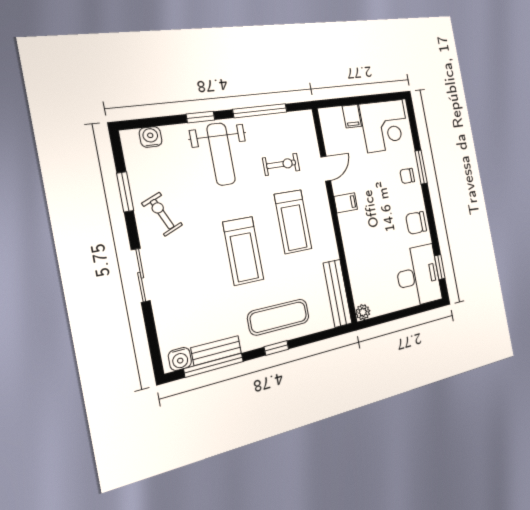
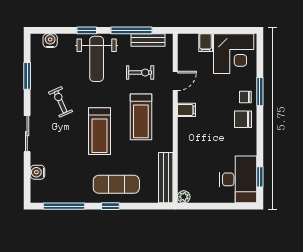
exercise bike: (162, 214) -> (60, 102), moved
chair: (416, 223) -> (243, 119), moved
bench: (216, 350) -> (148, 40), moved
water cooler: (180, 359) -> (38, 172), moved, turned 90

